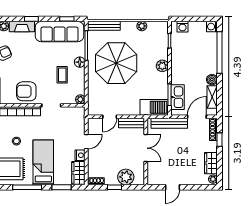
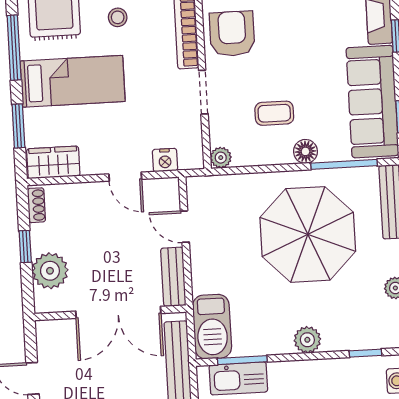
double door: (146, 148) -> (118, 312), width x1.37
nightstand: (80, 155) -> (165, 160), moved

